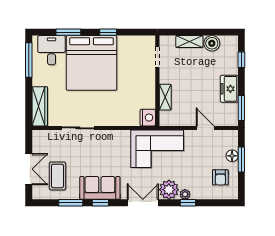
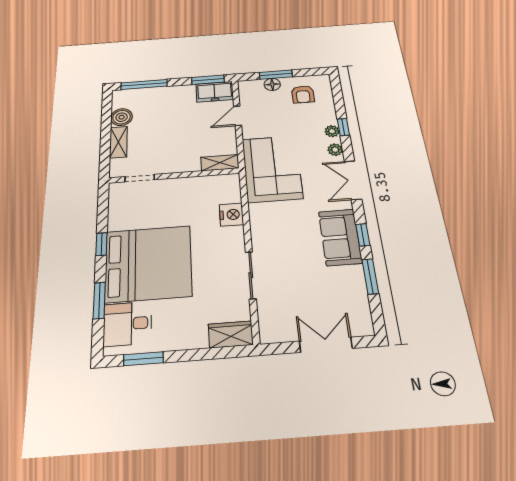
window: (29, 60) -> (143, 359), width x0.69
window: (241, 60) -> (144, 84), width x2.17
freezer: (229, 89) -> (215, 92), moved
shelving: (165, 97) -> (220, 163), moved
wardrobe: (40, 106) -> (231, 335), width x0.67
nightstand: (148, 118) -> (231, 215), moved, turned 90
coffee table: (57, 176) -> (331, 299), removed
armchair: (220, 177) -> (303, 94), turned 90
plant: (169, 190) -> (335, 150), width x0.53, depth x0.53

